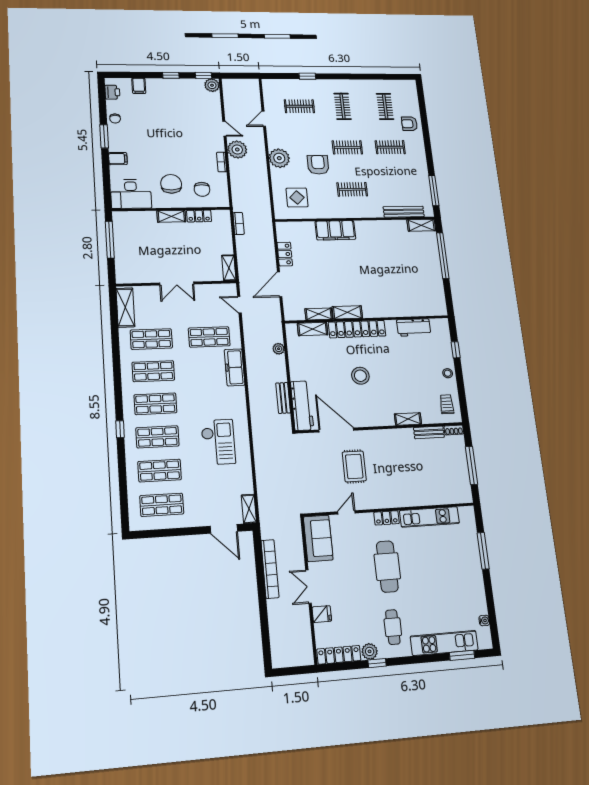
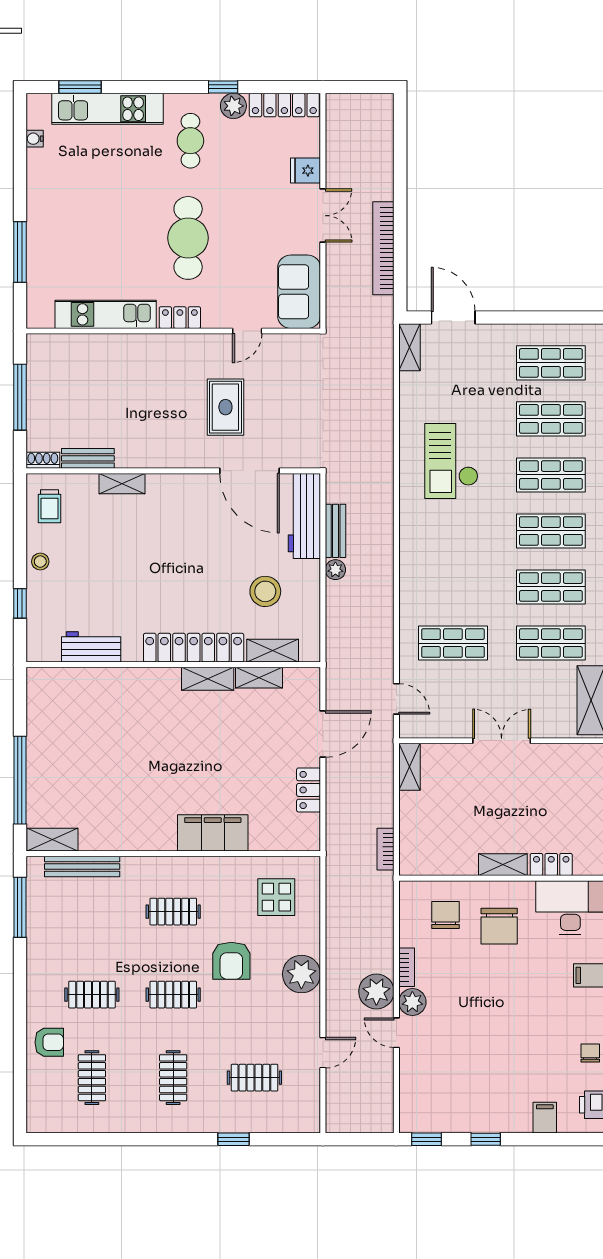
plant: (212, 85) -> (412, 1002), moved
locker: (199, 216) -> (551, 864), moved
plant: (279, 349) -> (335, 570), moved
freezer: (235, 367) -> (414, 588), removed
stool: (360, 376) -> (265, 591), moved

